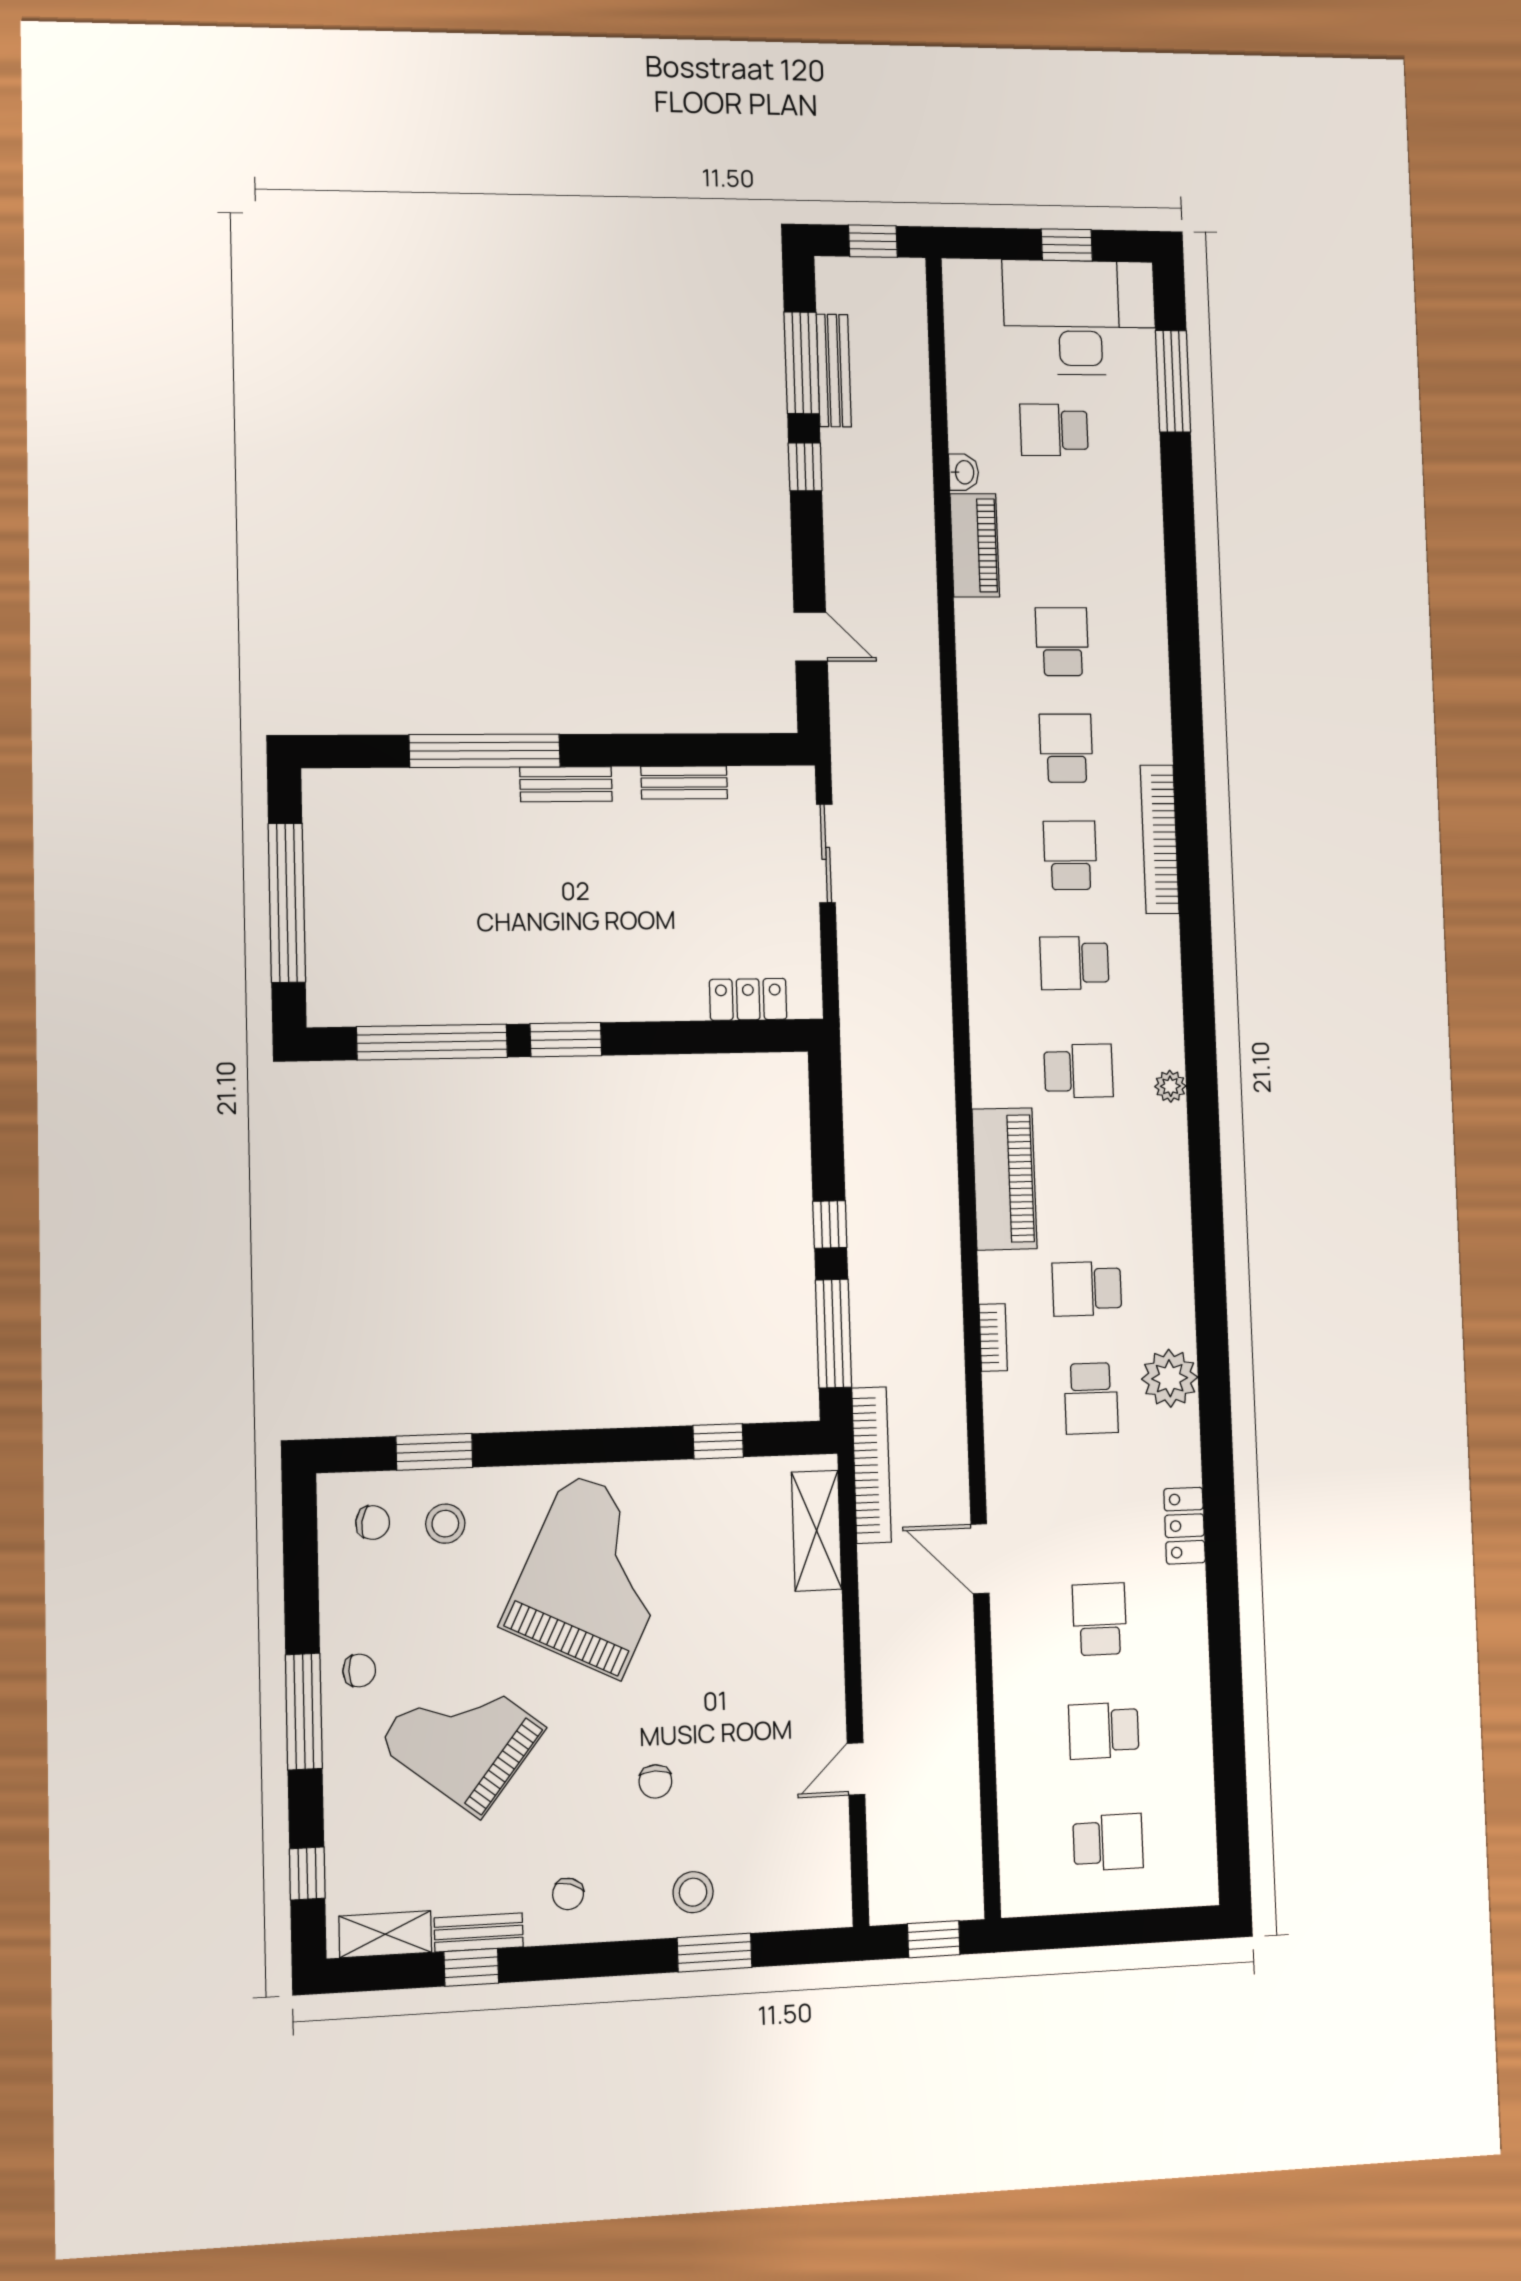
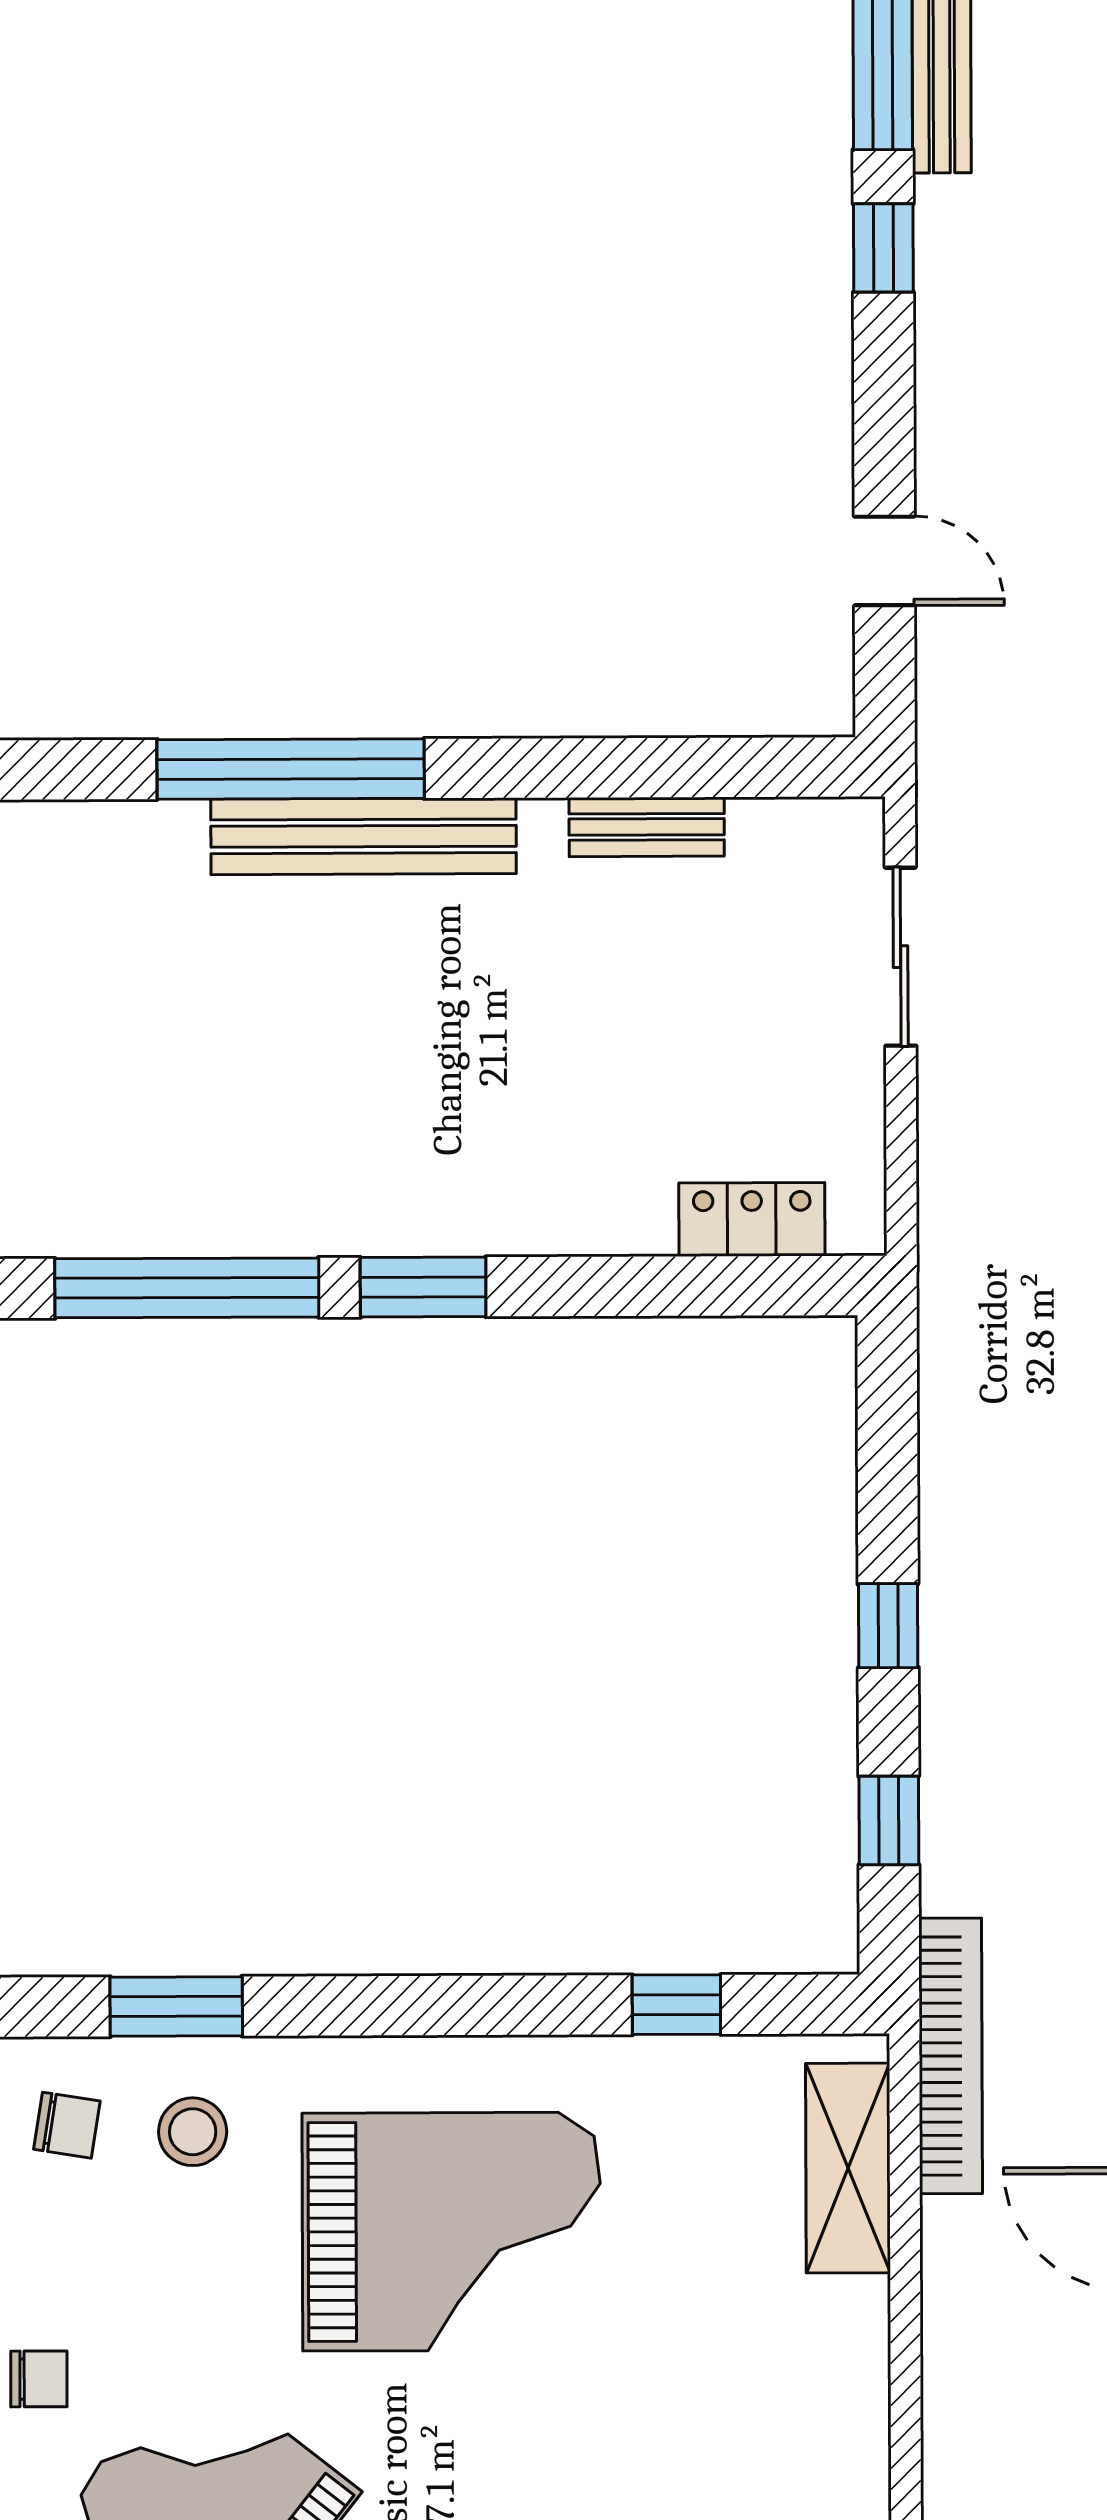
bench: (566, 784) -> (364, 836), width x1.86, depth x1.21
window: (833, 1334) -> (889, 1820), width x0.46
grand piano: (594, 1575) -> (451, 2232), turned 64

